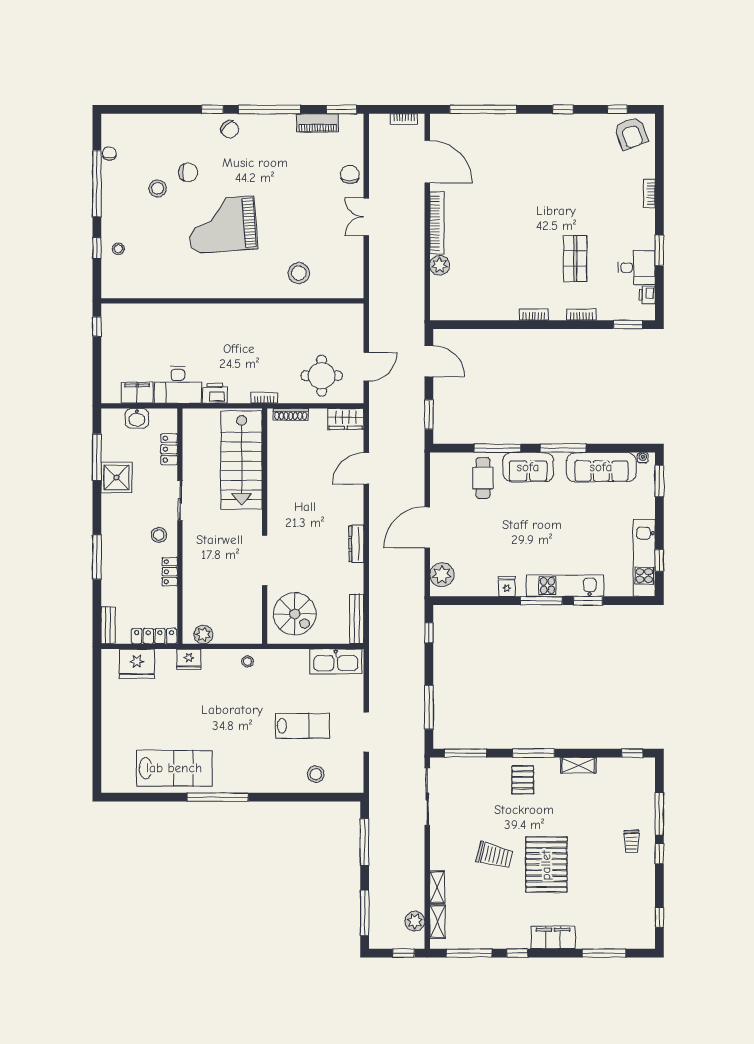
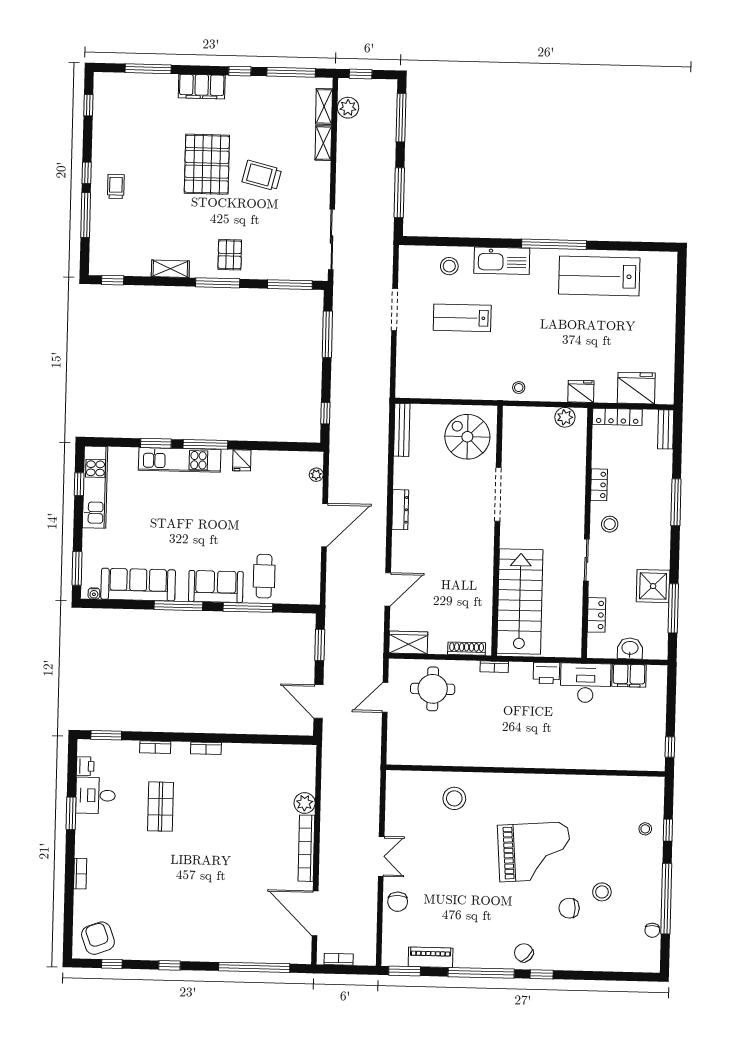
plant: (442, 575) -> (316, 475), width x0.53, depth x0.53
kitchen sink: (336, 661) -> (502, 261), moved, turned 180

